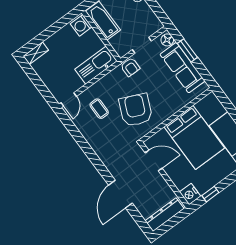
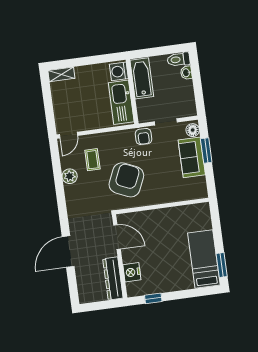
kitchen sink: (96, 65) -> (121, 102), moved, turned -90
sofa: (183, 68) -> (192, 157), width x0.73
plant: (88, 132) -> (70, 176), added
bed: (194, 137) -> (167, 236), removed
nightstand: (190, 194) -> (132, 272), moved
dresser: (164, 215) -> (113, 278), moved, turned -90

